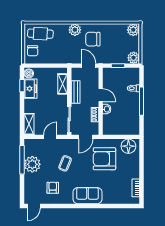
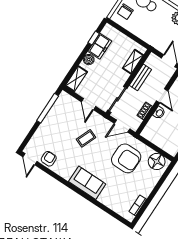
boiler: (29, 73) -> (89, 60), moved
door: (50, 137) -> (89, 104), swing flipped
armchair: (104, 159) -> (126, 158), turned 180
plant: (32, 164) -> (54, 119), removed
armchair: (53, 188) -> (49, 159), moved
door: (34, 206) -> (30, 159), hinge flipped

